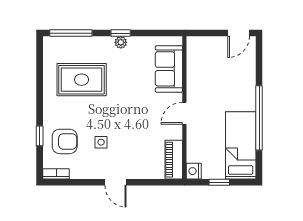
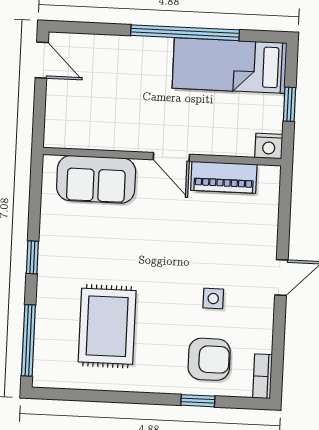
plant: (121, 42) -> (48, 258), removed
armchair: (65, 141) -> (209, 359), turned 90
piano: (174, 160) -> (224, 177), moved

